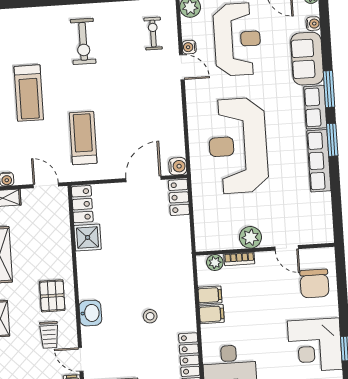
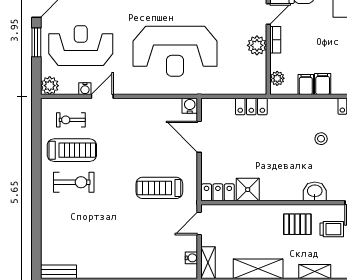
treadmill: (29, 93) -> (72, 150), moved
locker: (179, 197) -> (251, 106), moved
bookcase: (239, 259) -> (275, 40), moved

